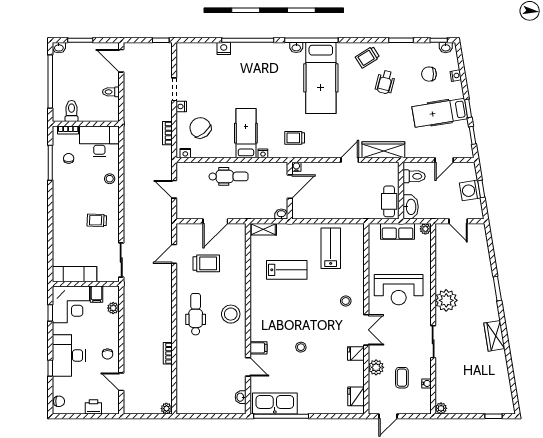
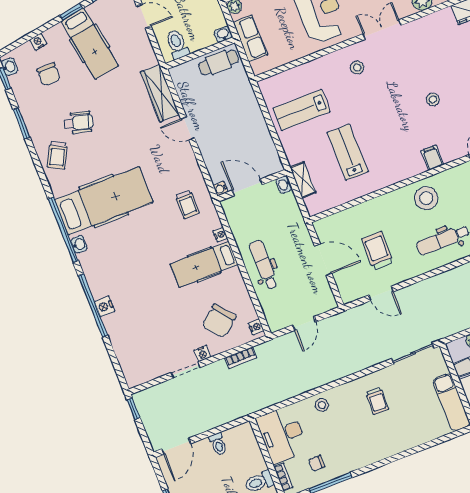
nightstand: (224, 48) -> (105, 306), moved
trolley: (367, 57) -> (57, 155), turned 59
washbasin: (411, 207) -> (223, 34), width x0.52, depth x0.69
shelving: (263, 229) -> (303, 180), moved
filing cabinet: (258, 348) -> (432, 158), moved
fridge: (356, 354) -> (415, 31), removed

